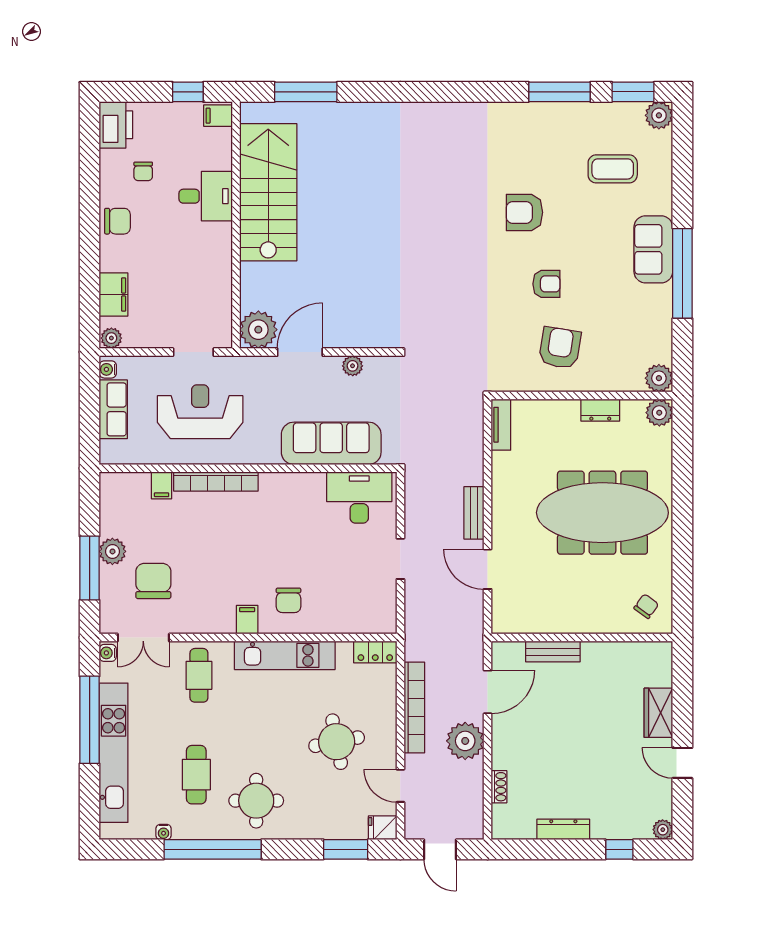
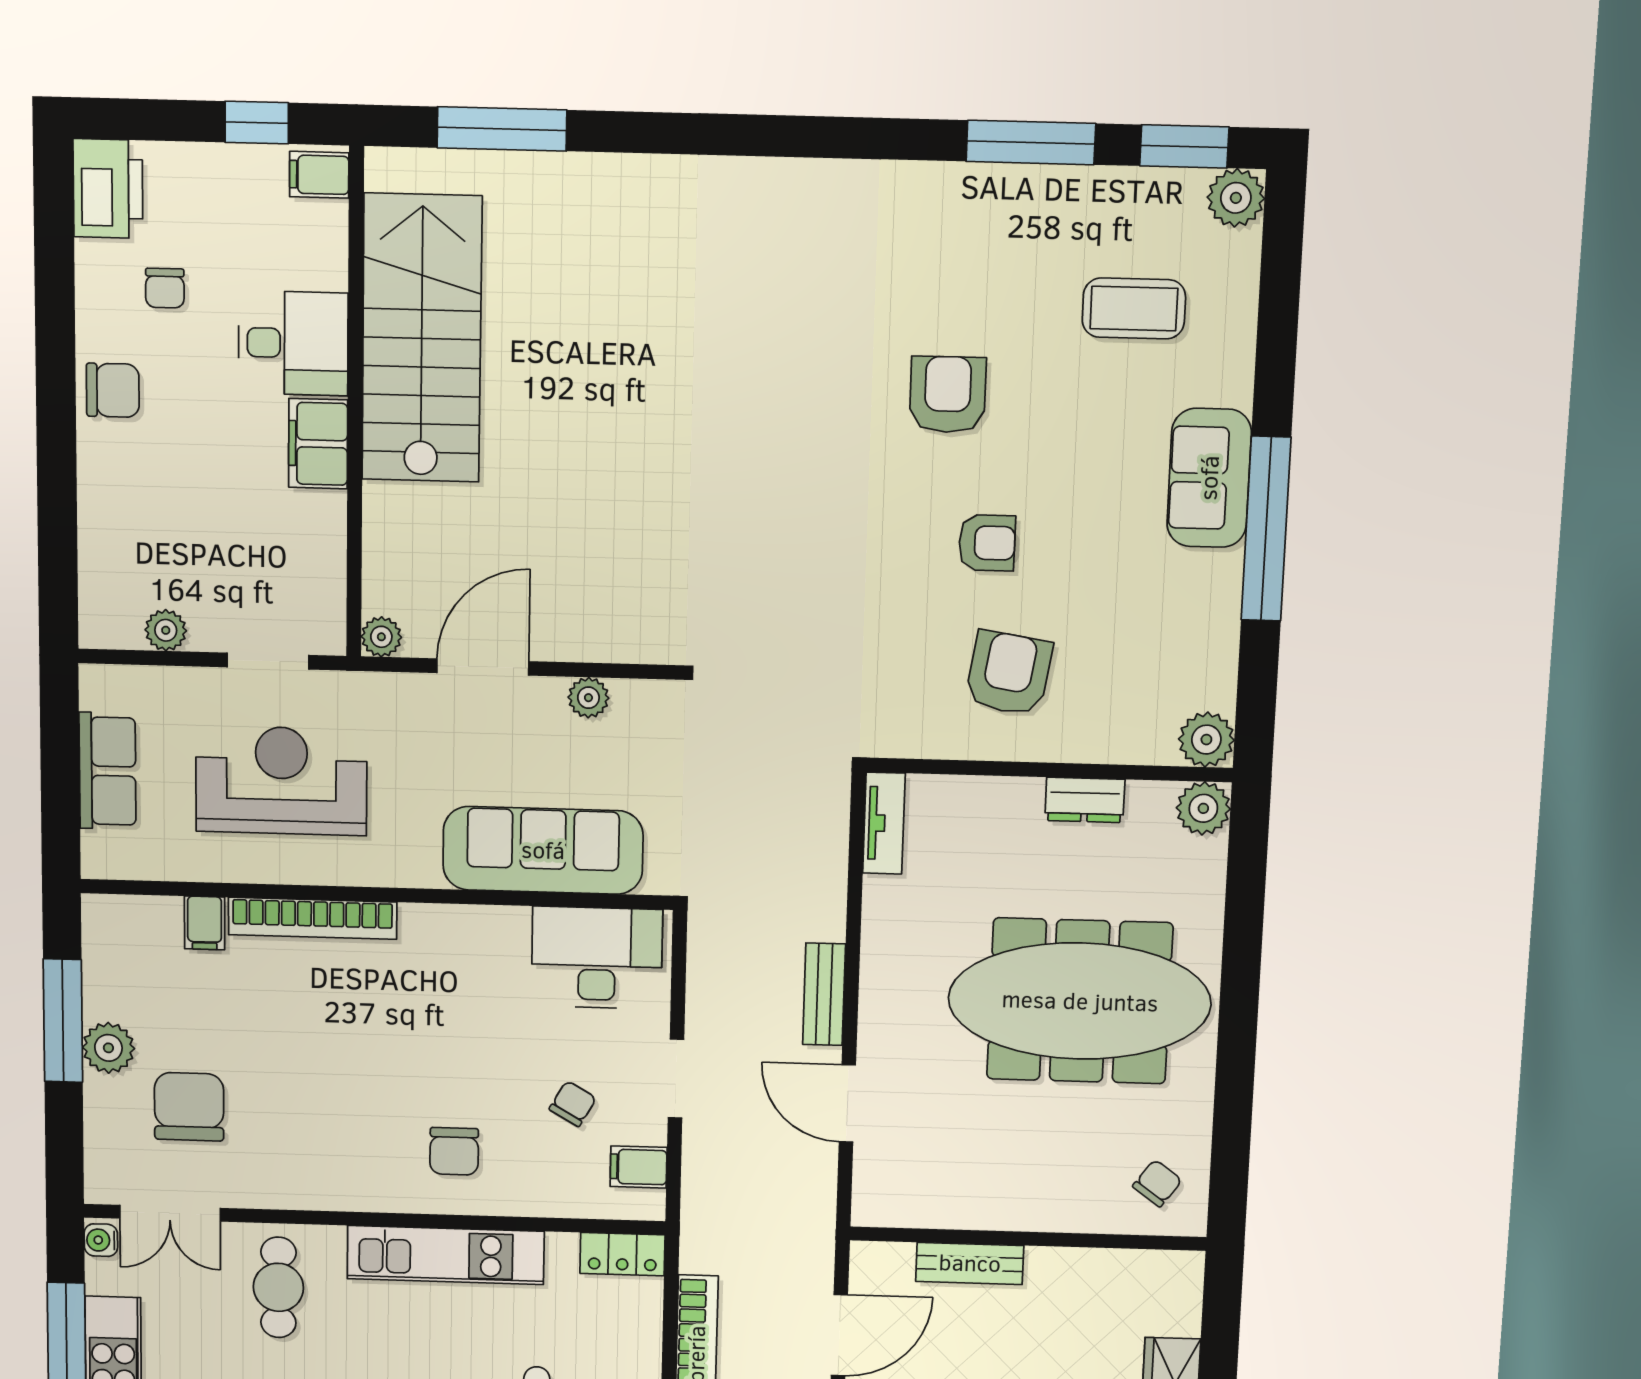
armchair: (524, 212) -> (948, 395), turned 90
filing cabinet: (114, 294) -> (318, 444), moved, turned 180
plant: (258, 330) -> (381, 637), width x0.53, depth x0.53
plant: (111, 338) -> (166, 630), moved
water cooler: (108, 369) -> (96, 691), removed
window: (90, 568) -> (63, 1021), moved
chair: (348, 573) -> (573, 1104), added
filing cabinet: (247, 620) -> (639, 1167), moved, turned -90

